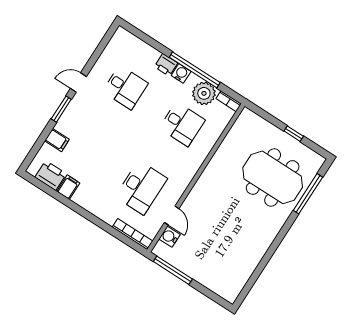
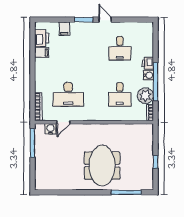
meeting table: (273, 177) -> (102, 166), moved

